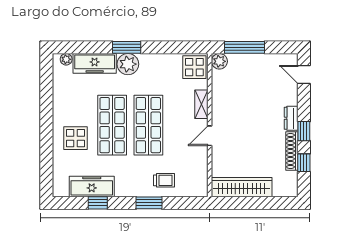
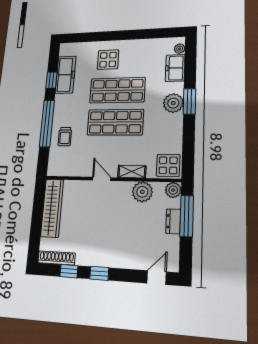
freezer: (95, 63) -> (175, 68), width x0.71
plant: (222, 92) -> (142, 192), added
dresser: (291, 118) -> (173, 221), moved, turned -90
shoe rack: (292, 151) -> (57, 258), moved
window: (149, 203) -> (47, 123), width x2.11

